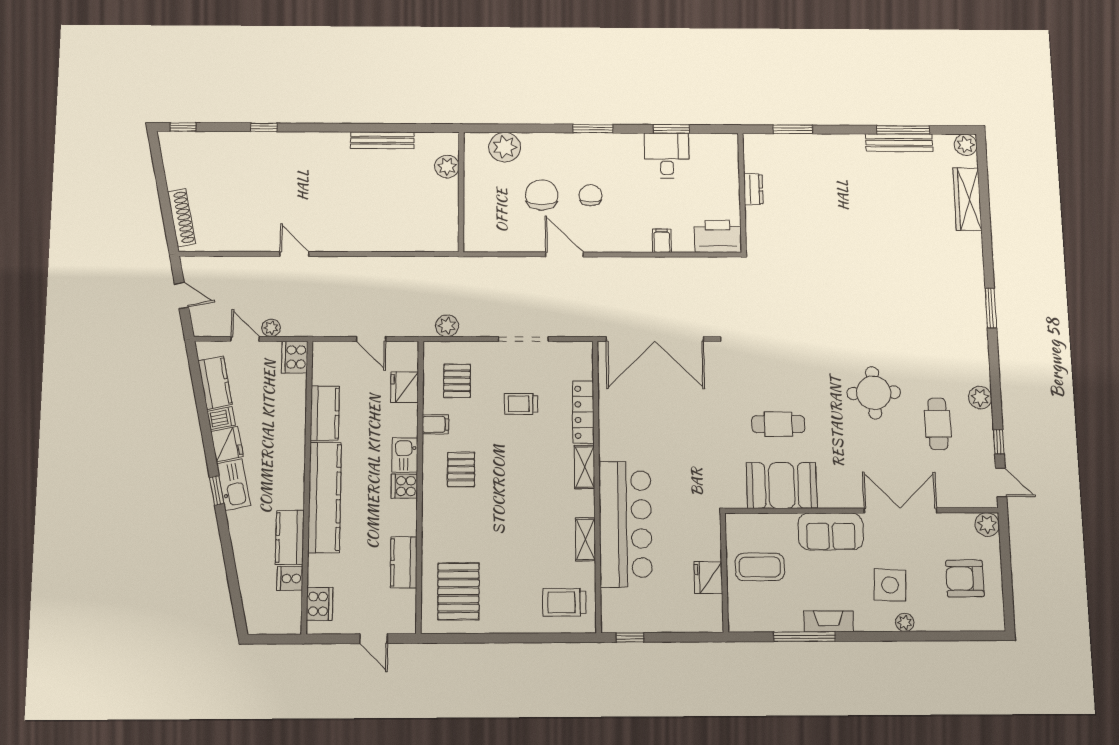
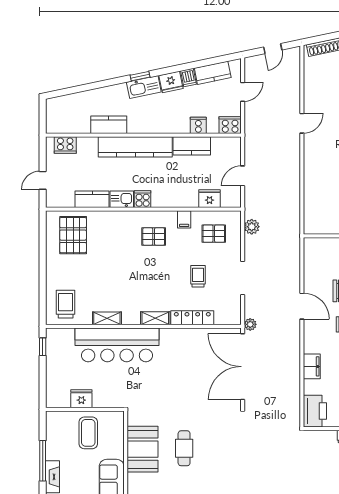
filing cabinet: (662, 241) -> (312, 366), width x2.00
door: (564, 254) -> (302, 306), hinge flipped
plant: (271, 328) -> (250, 324), moved
kitchen sink: (405, 455) -> (122, 199), moved
cooker: (290, 579) -> (198, 125), moved
pallet: (458, 591) -> (73, 235), turned 90

